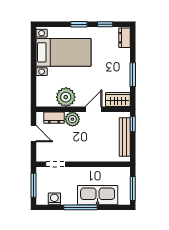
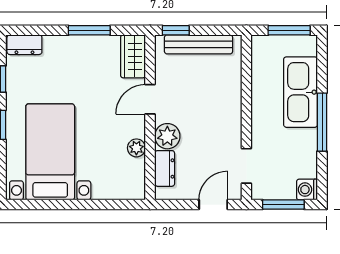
plant: (66, 97) -> (136, 148), width x0.53, depth x0.53
door: (93, 109) -> (150, 99), hinge flipped
door: (33, 134) -> (213, 205), moved
washing machine: (54, 199) -> (307, 190), moved

